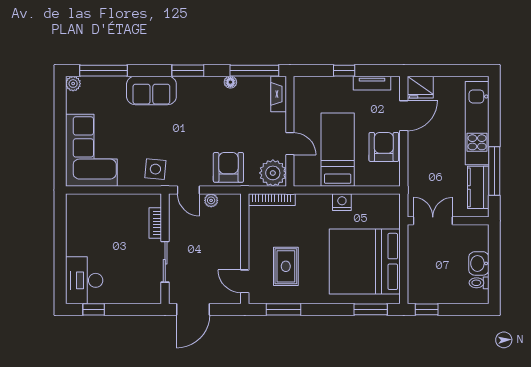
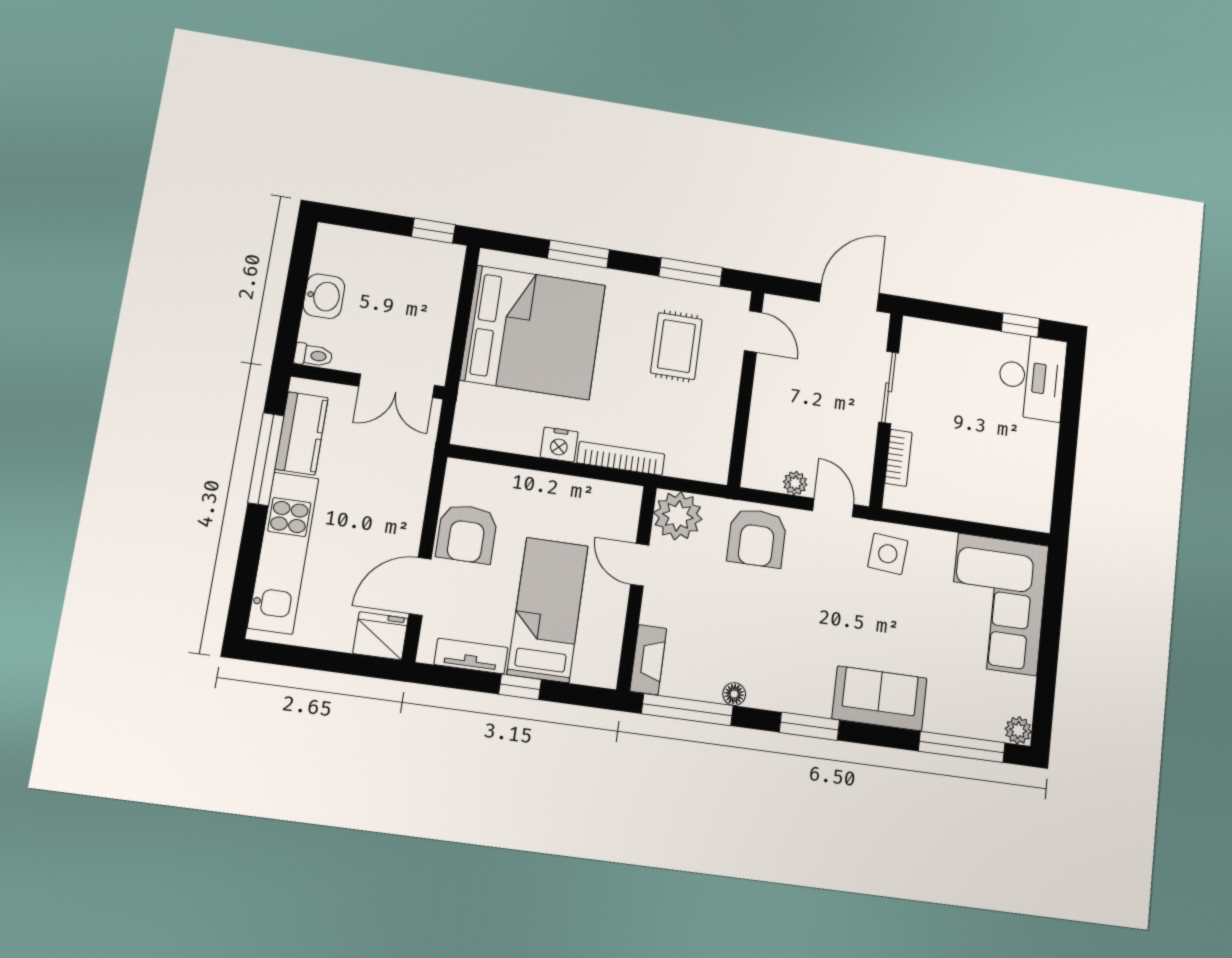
bed: (338, 150) -> (548, 610), moved, turned 180
bookcase: (272, 200) -> (621, 458), moved
toilet: (479, 283) -> (313, 355), moved
window: (371, 309) -> (579, 254), moved

